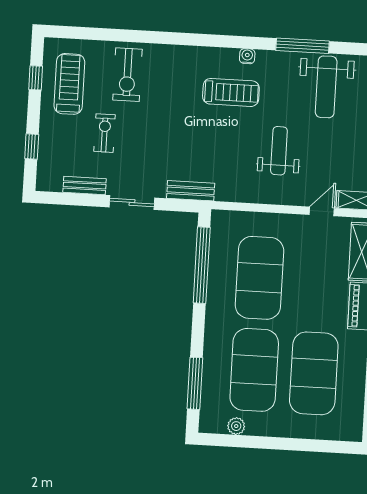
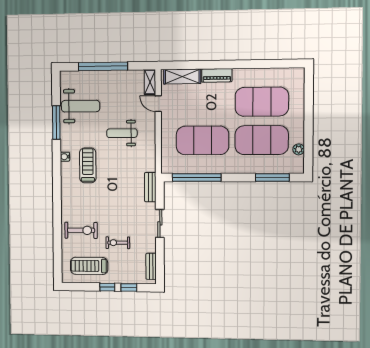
window: (36, 78) -> (107, 287), moved
bench: (85, 186) -> (151, 266), moved

